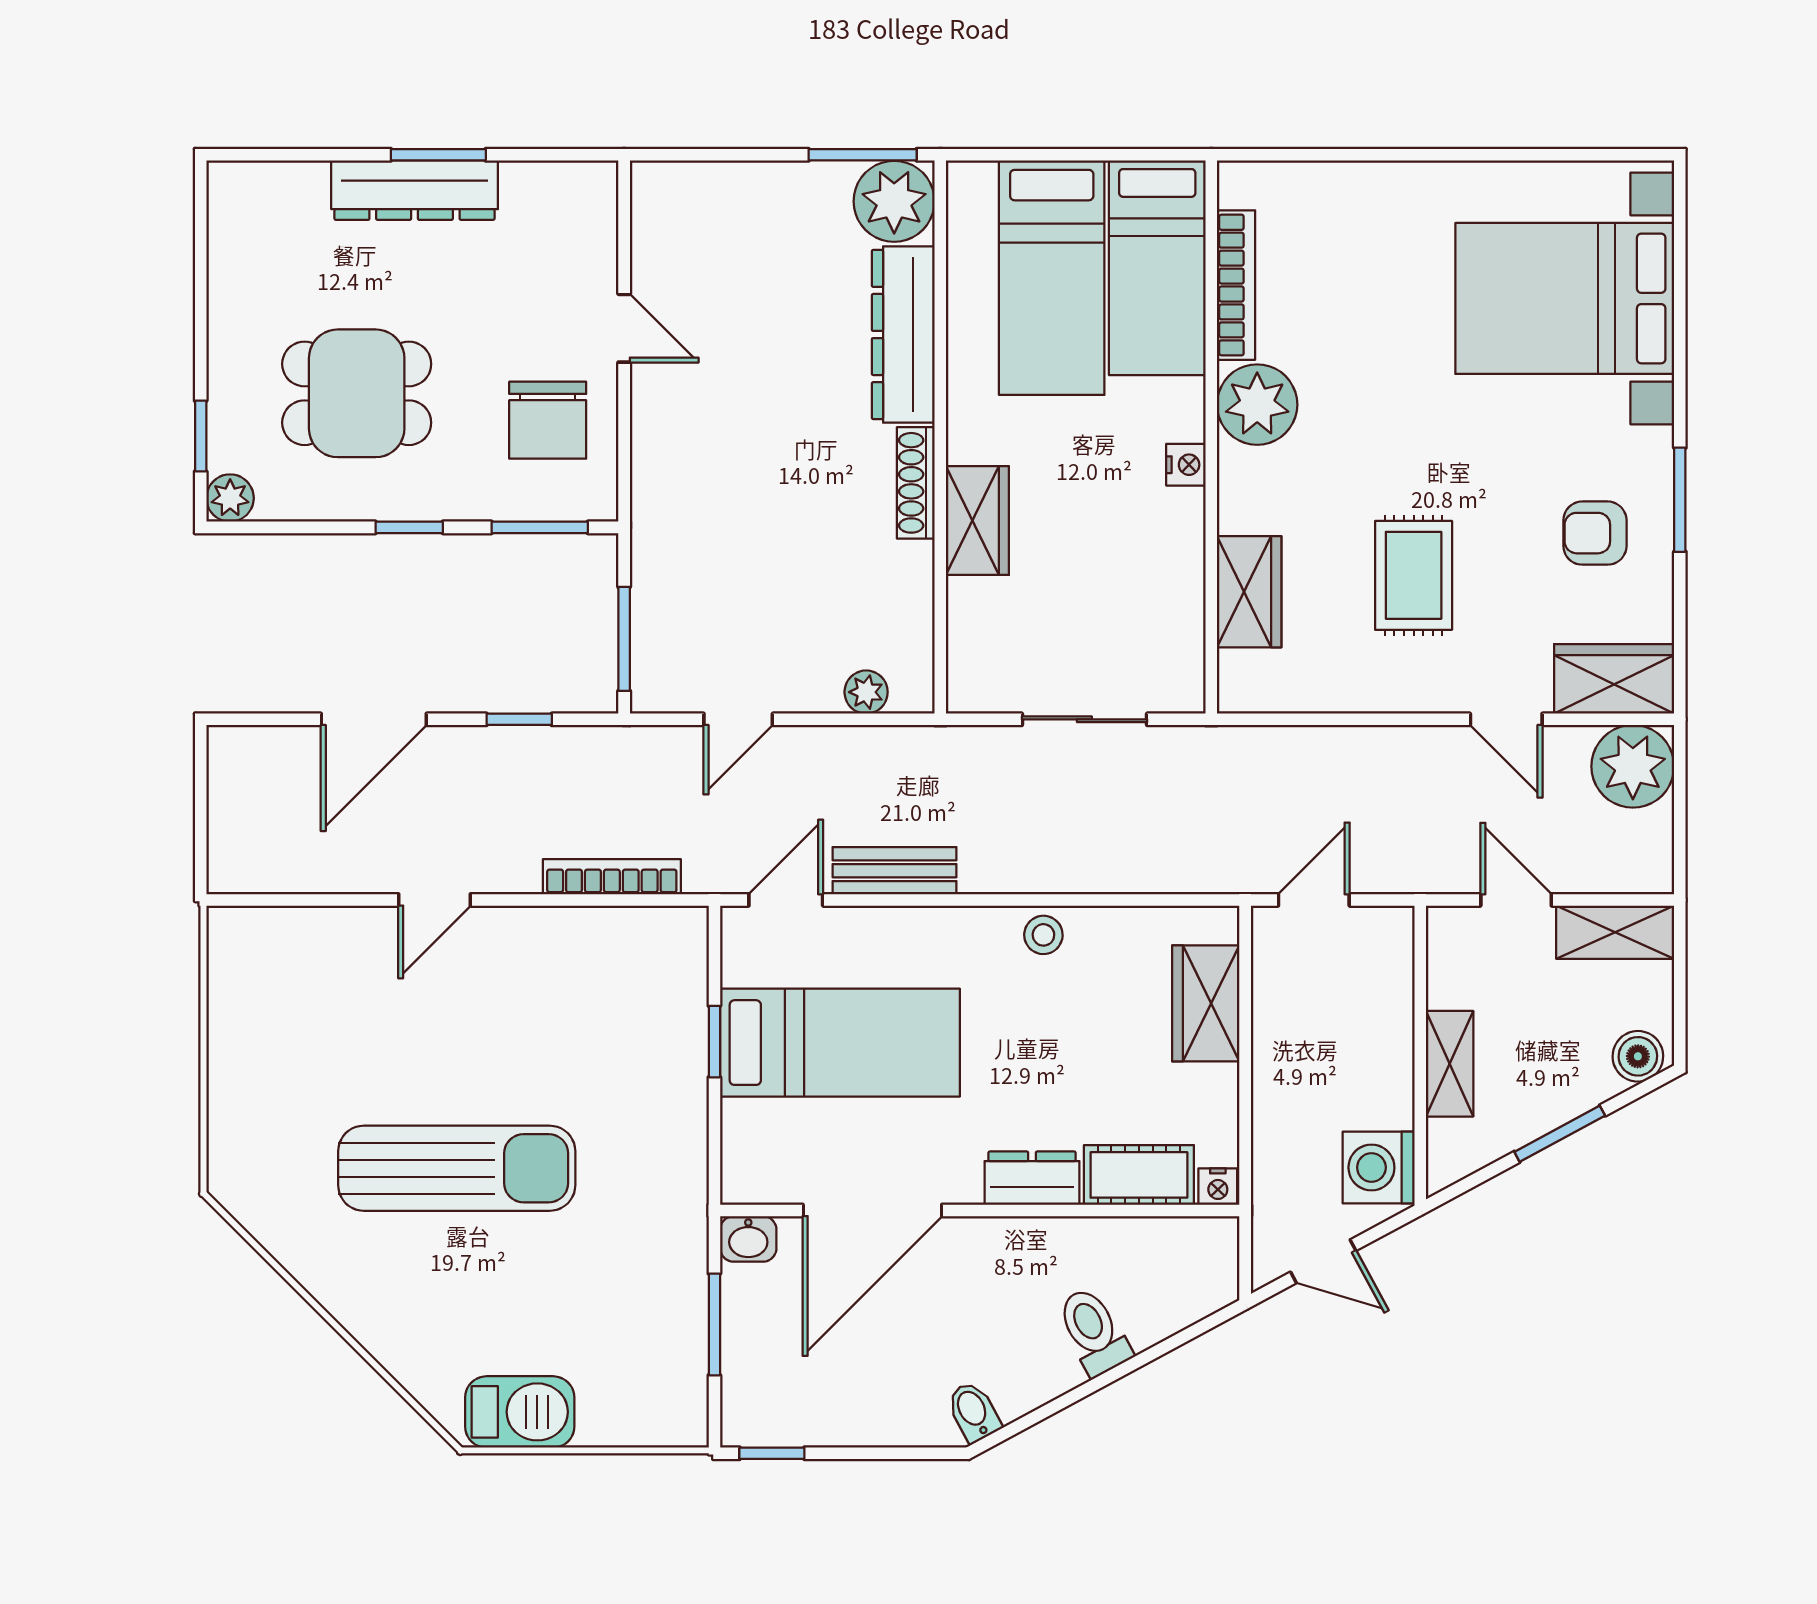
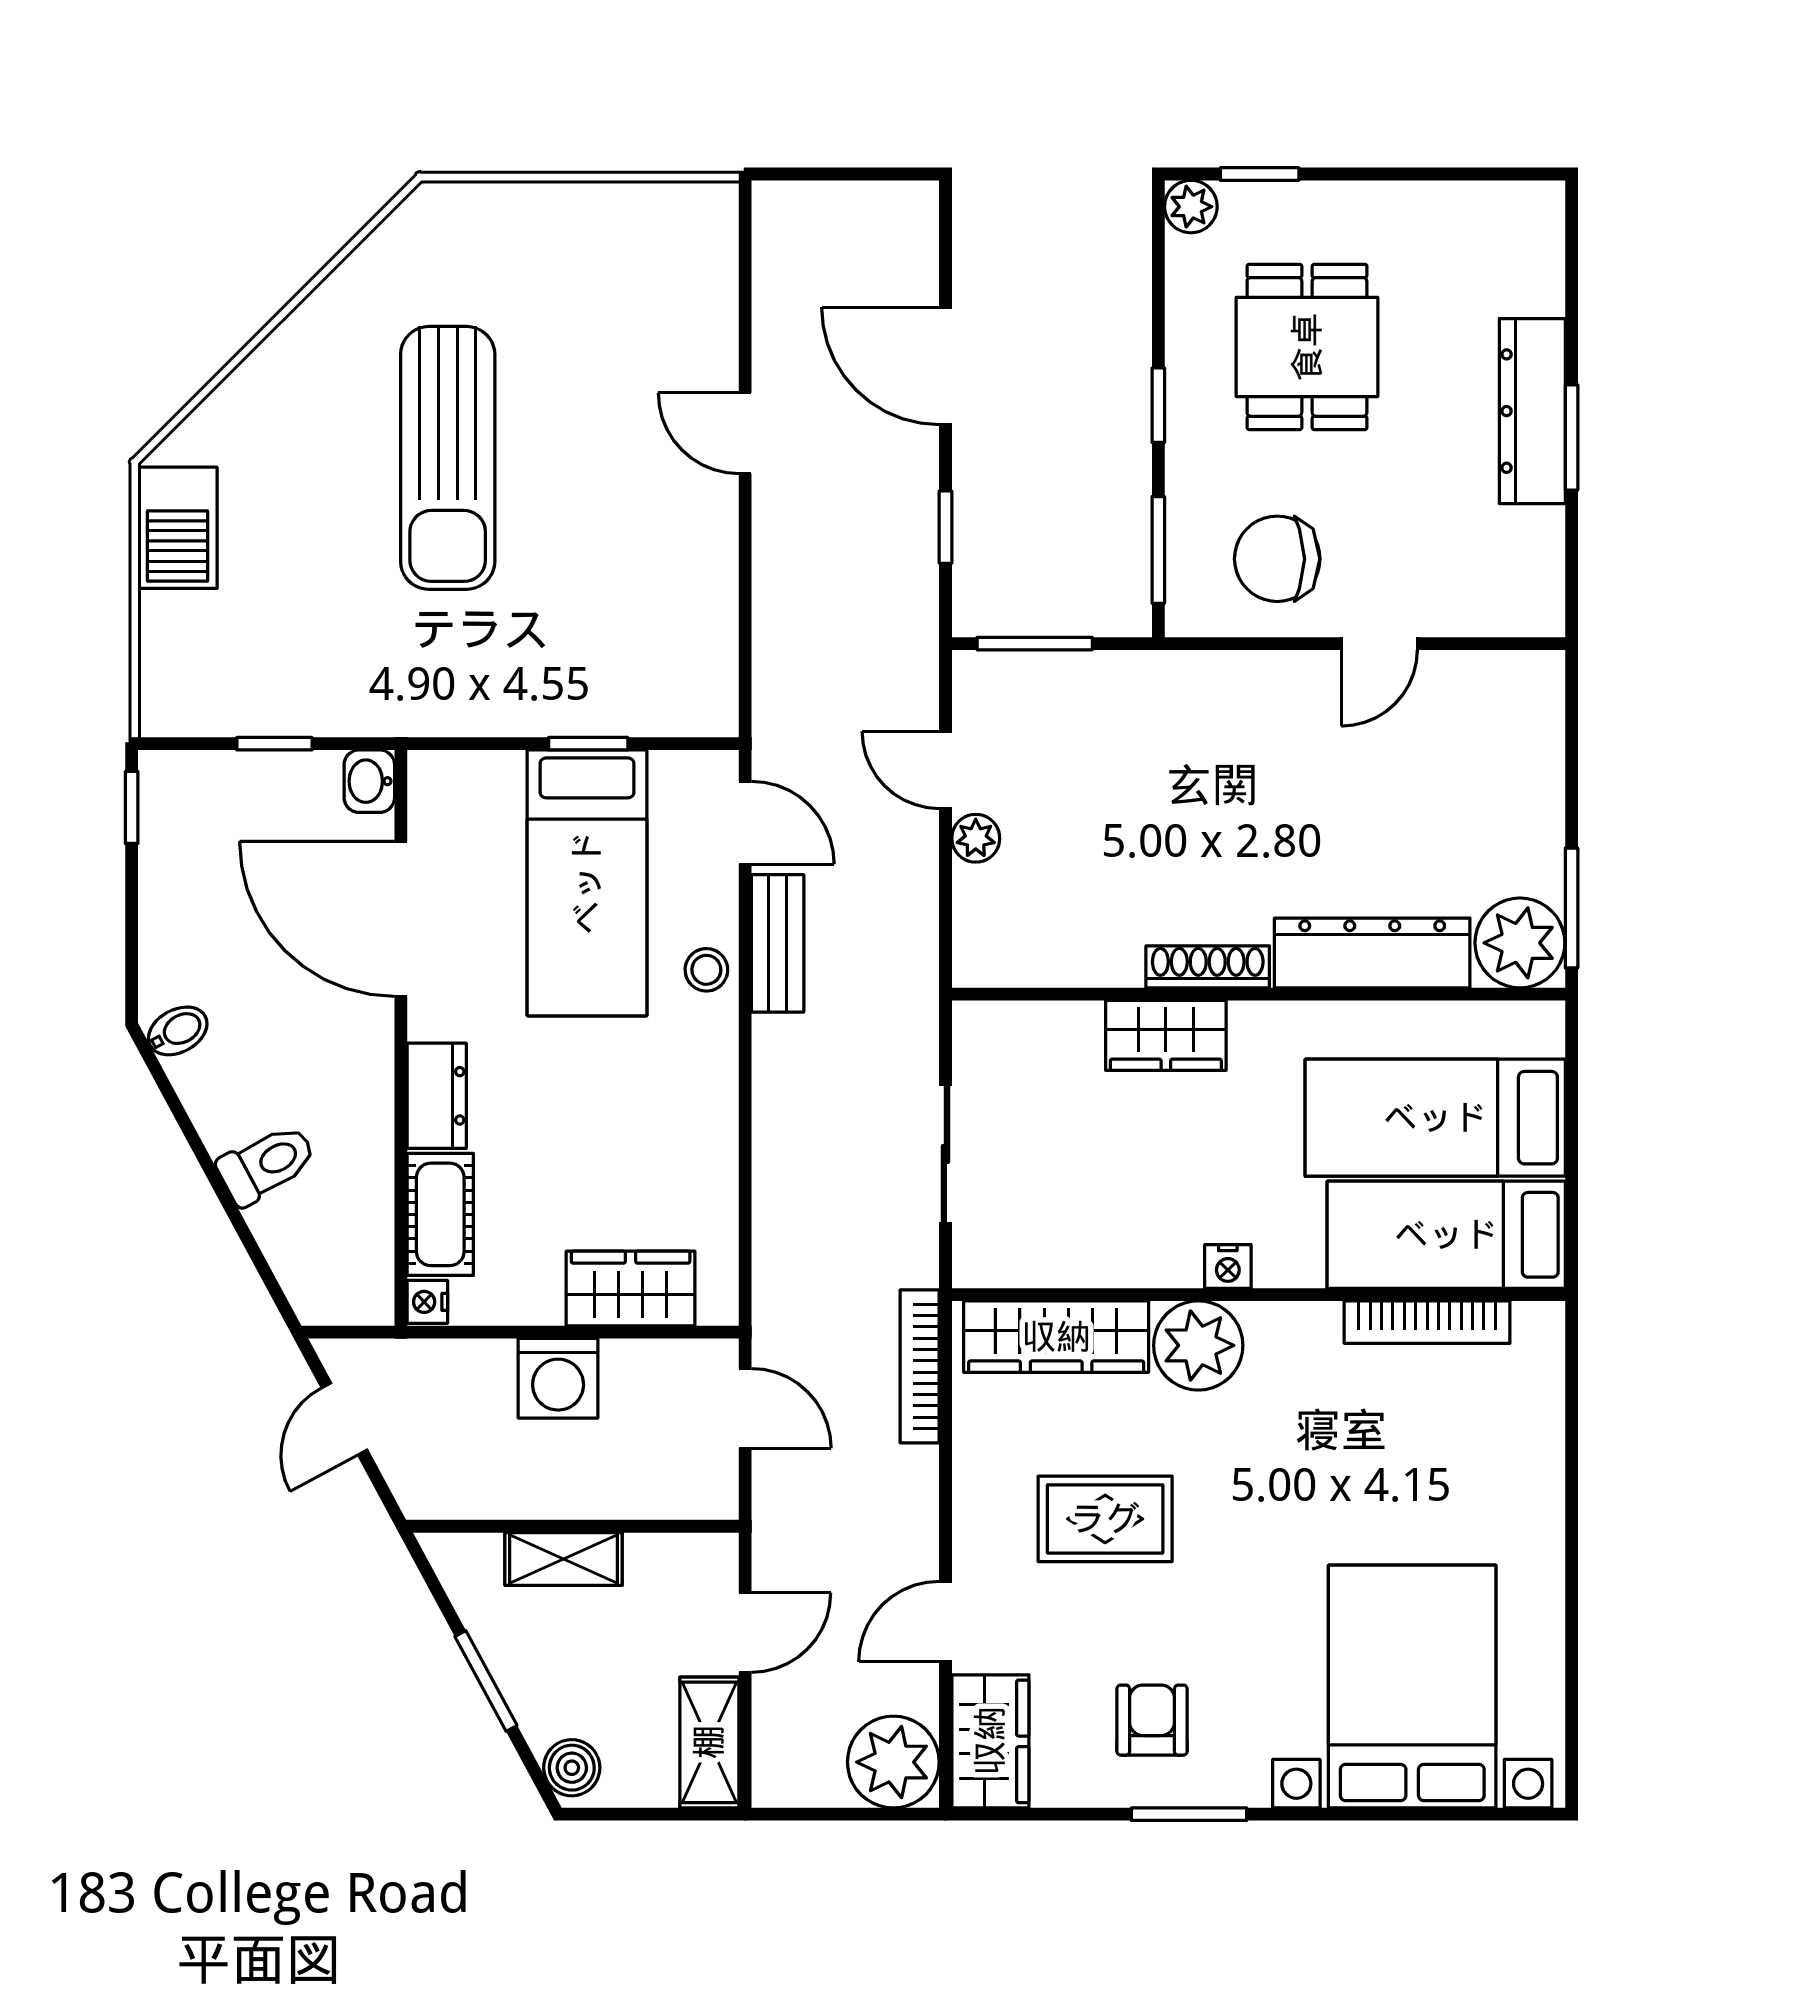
plant: (1257, 405) -> (1198, 1345), moved
wardrobe: (1249, 592) -> (1056, 1337), width x1.50
plant: (866, 692) -> (976, 838), moved
bookcase: (612, 877) -> (920, 1366), moved, turned 180
stool: (1043, 935) -> (706, 970), moved
washing machine: (1379, 1168) -> (558, 1378), moved, turned 180
window: (714, 1324) -> (274, 744), width x0.67

